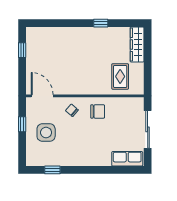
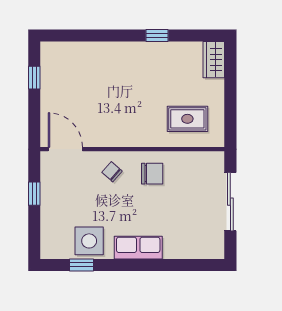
wardrobe: (137, 44) -> (214, 60), width x0.67
rug: (120, 76) -> (187, 119), turned 90
side table: (46, 133) -> (89, 241), moved
row of seats: (127, 159) -> (138, 248), moved

